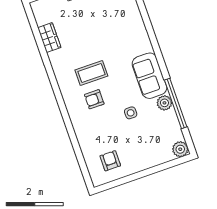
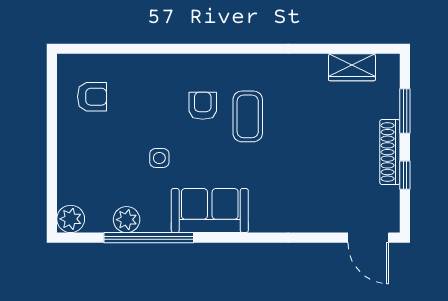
wardrobe: (49, 38) -> (352, 67), moved
plant: (164, 103) -> (127, 220), moved

